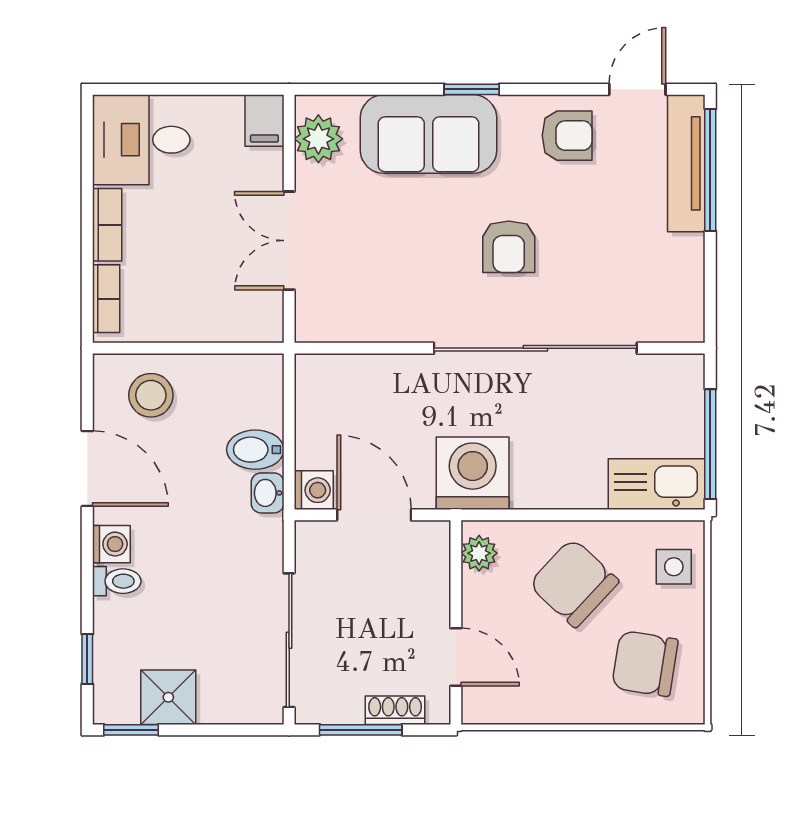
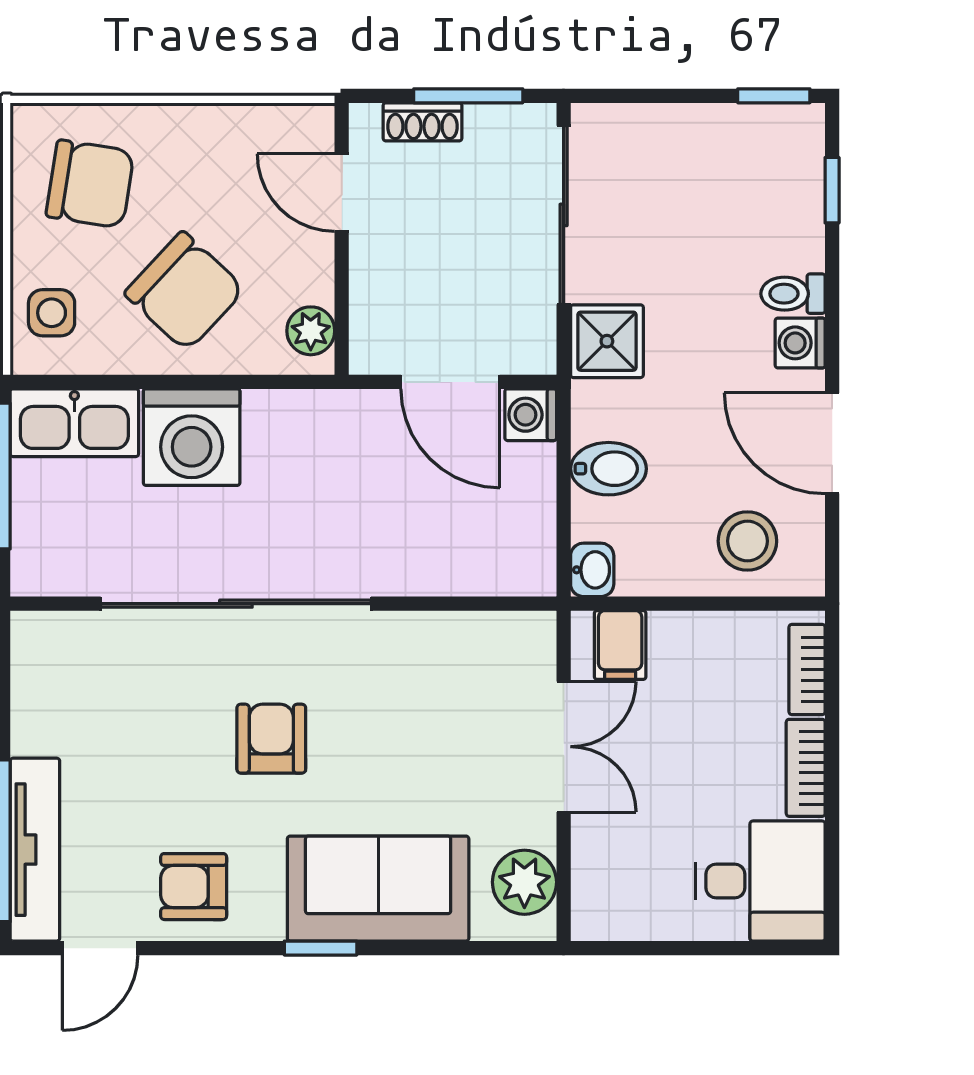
filing cabinet: (264, 120) -> (620, 645), moved, turned 180
washing machine: (473, 473) -> (192, 437), moved
washbasin: (268, 493) -> (592, 570), moved
shower: (168, 697) -> (607, 341), moved

